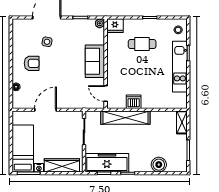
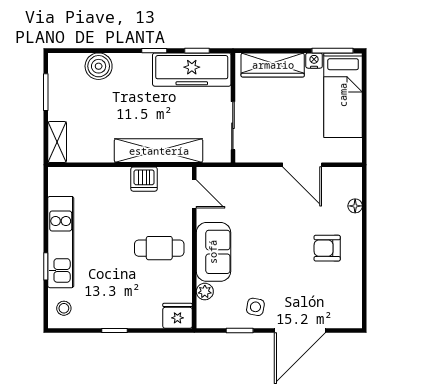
plant: (100, 23) -> (205, 292), moved
side table: (47, 42) -> (255, 307), moved
cafe table: (142, 44) -> (159, 248), moved
door: (46, 110) -> (302, 165), hinge flipped

